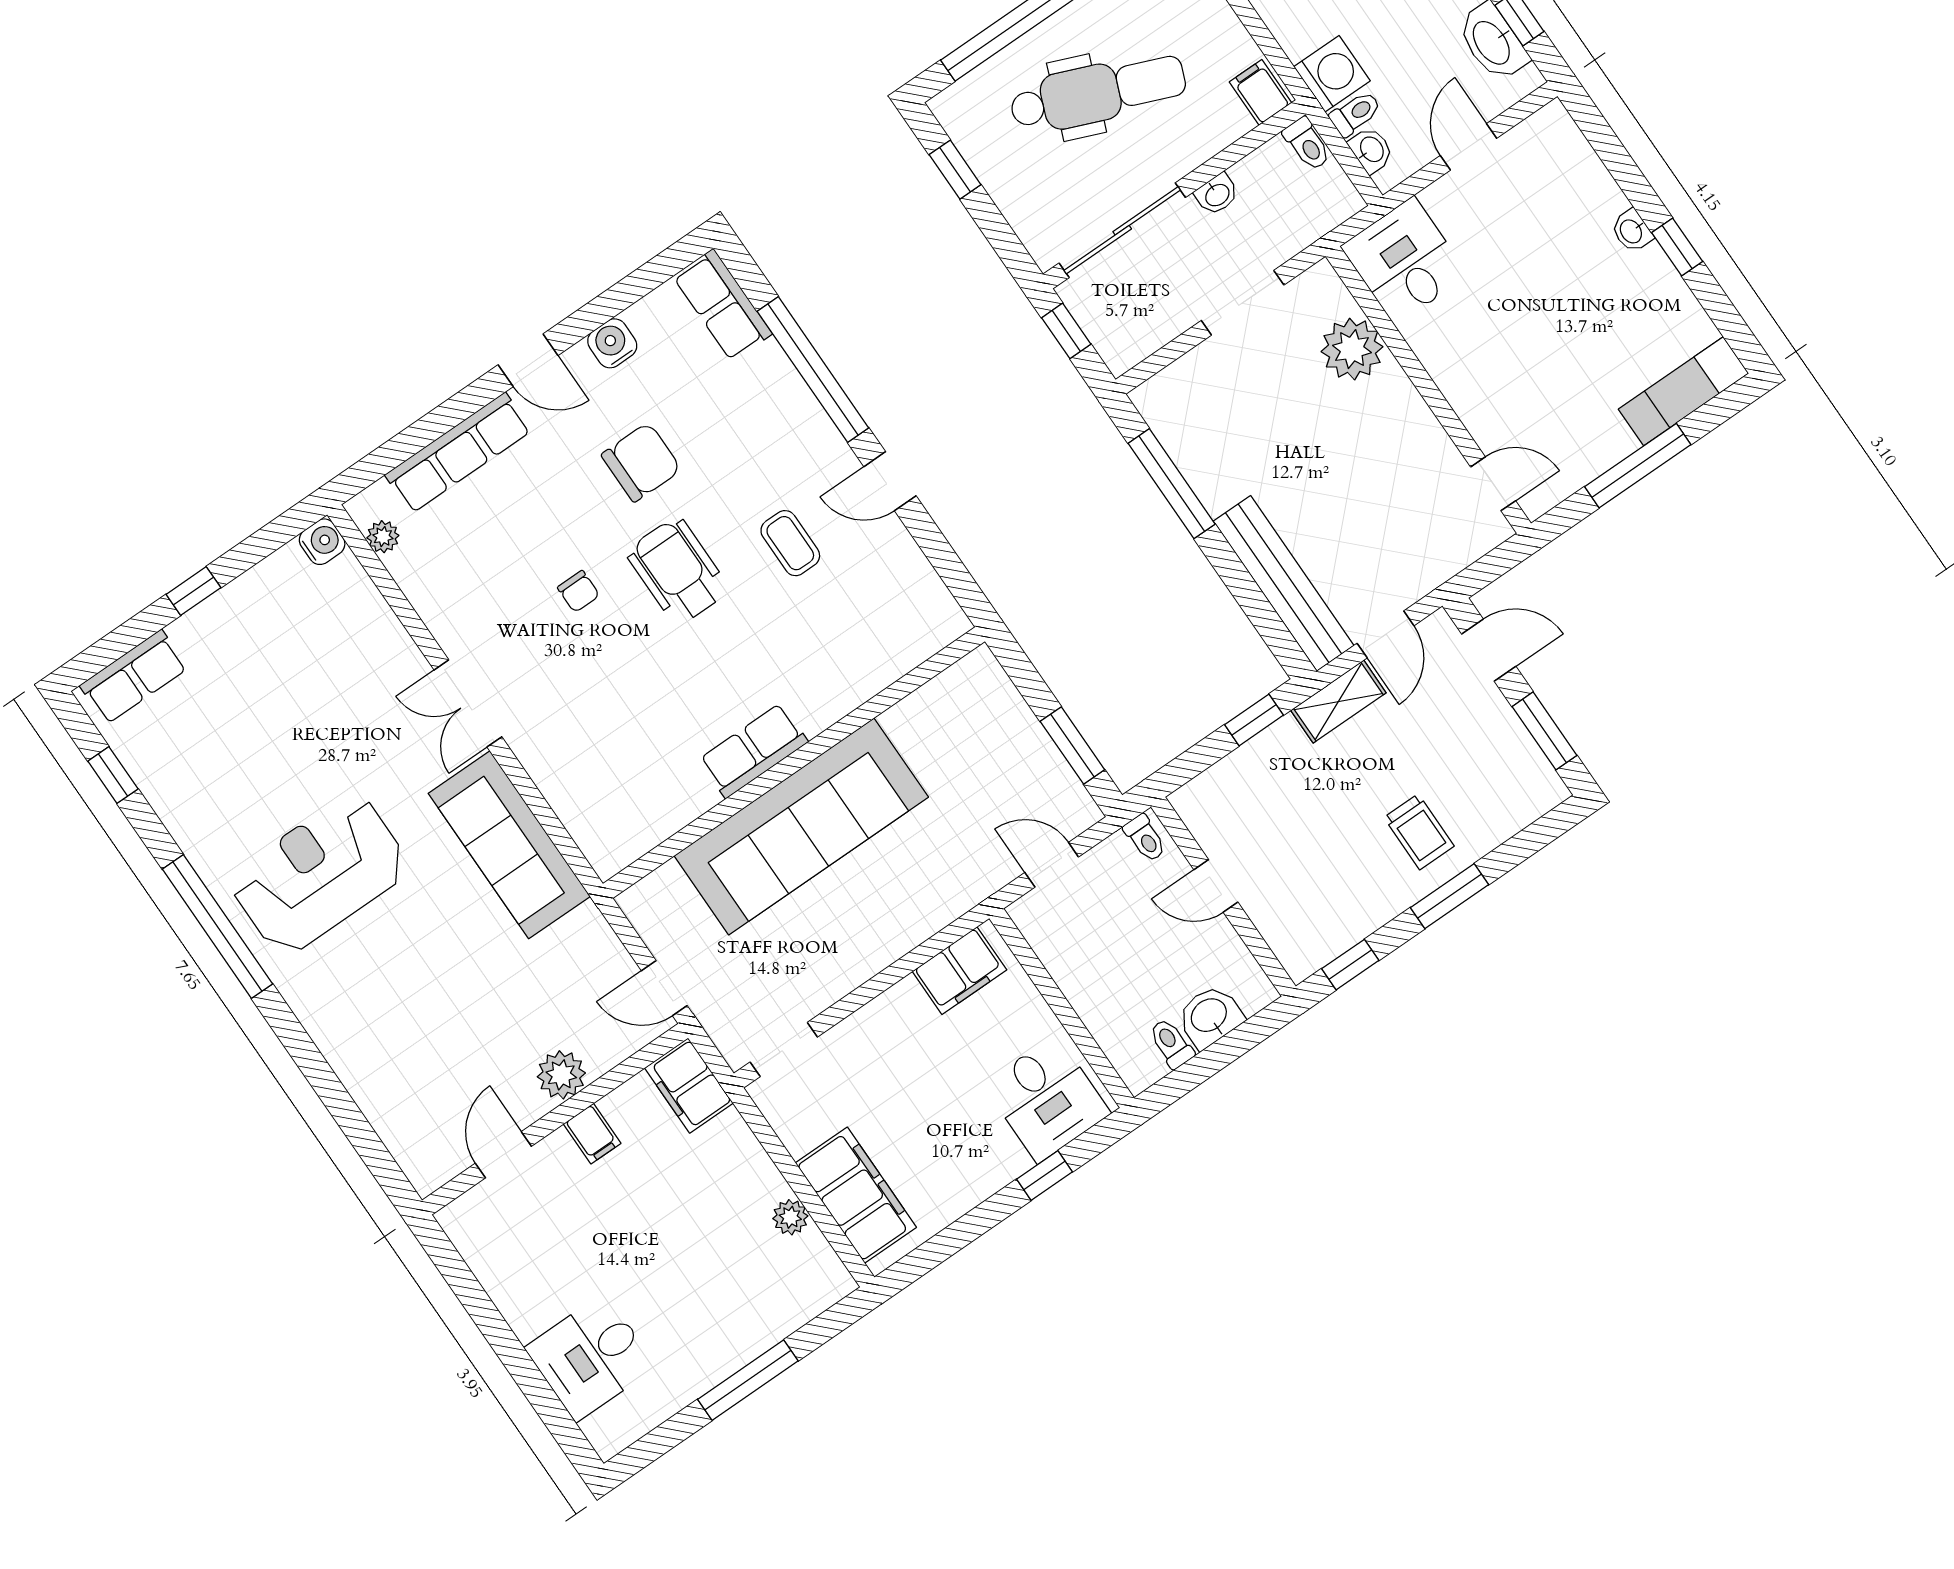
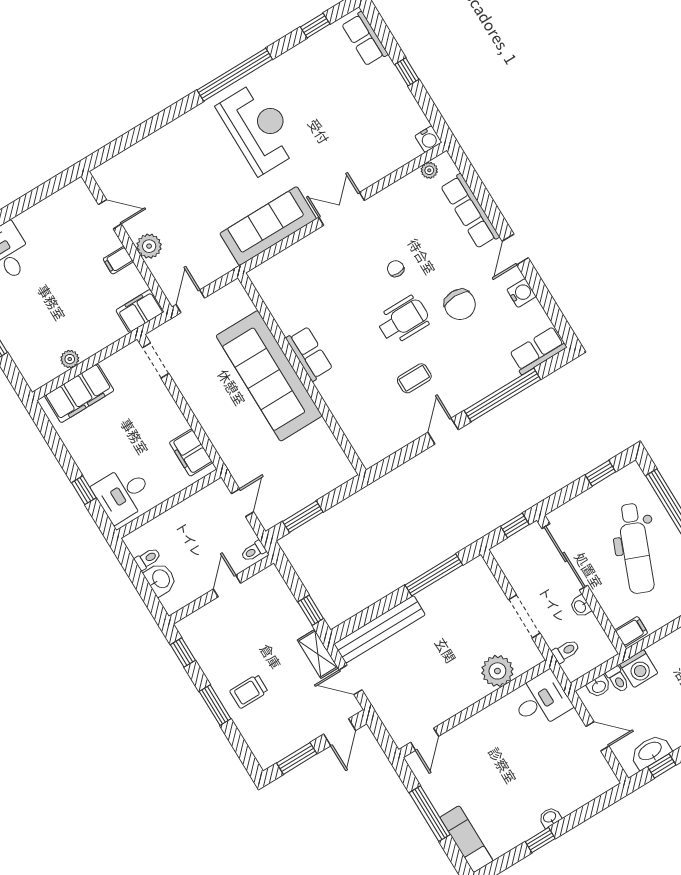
toilet: (1307, 144) -> (566, 651), moved, turned 180
chair: (578, 591) -> (396, 269), turned 90

